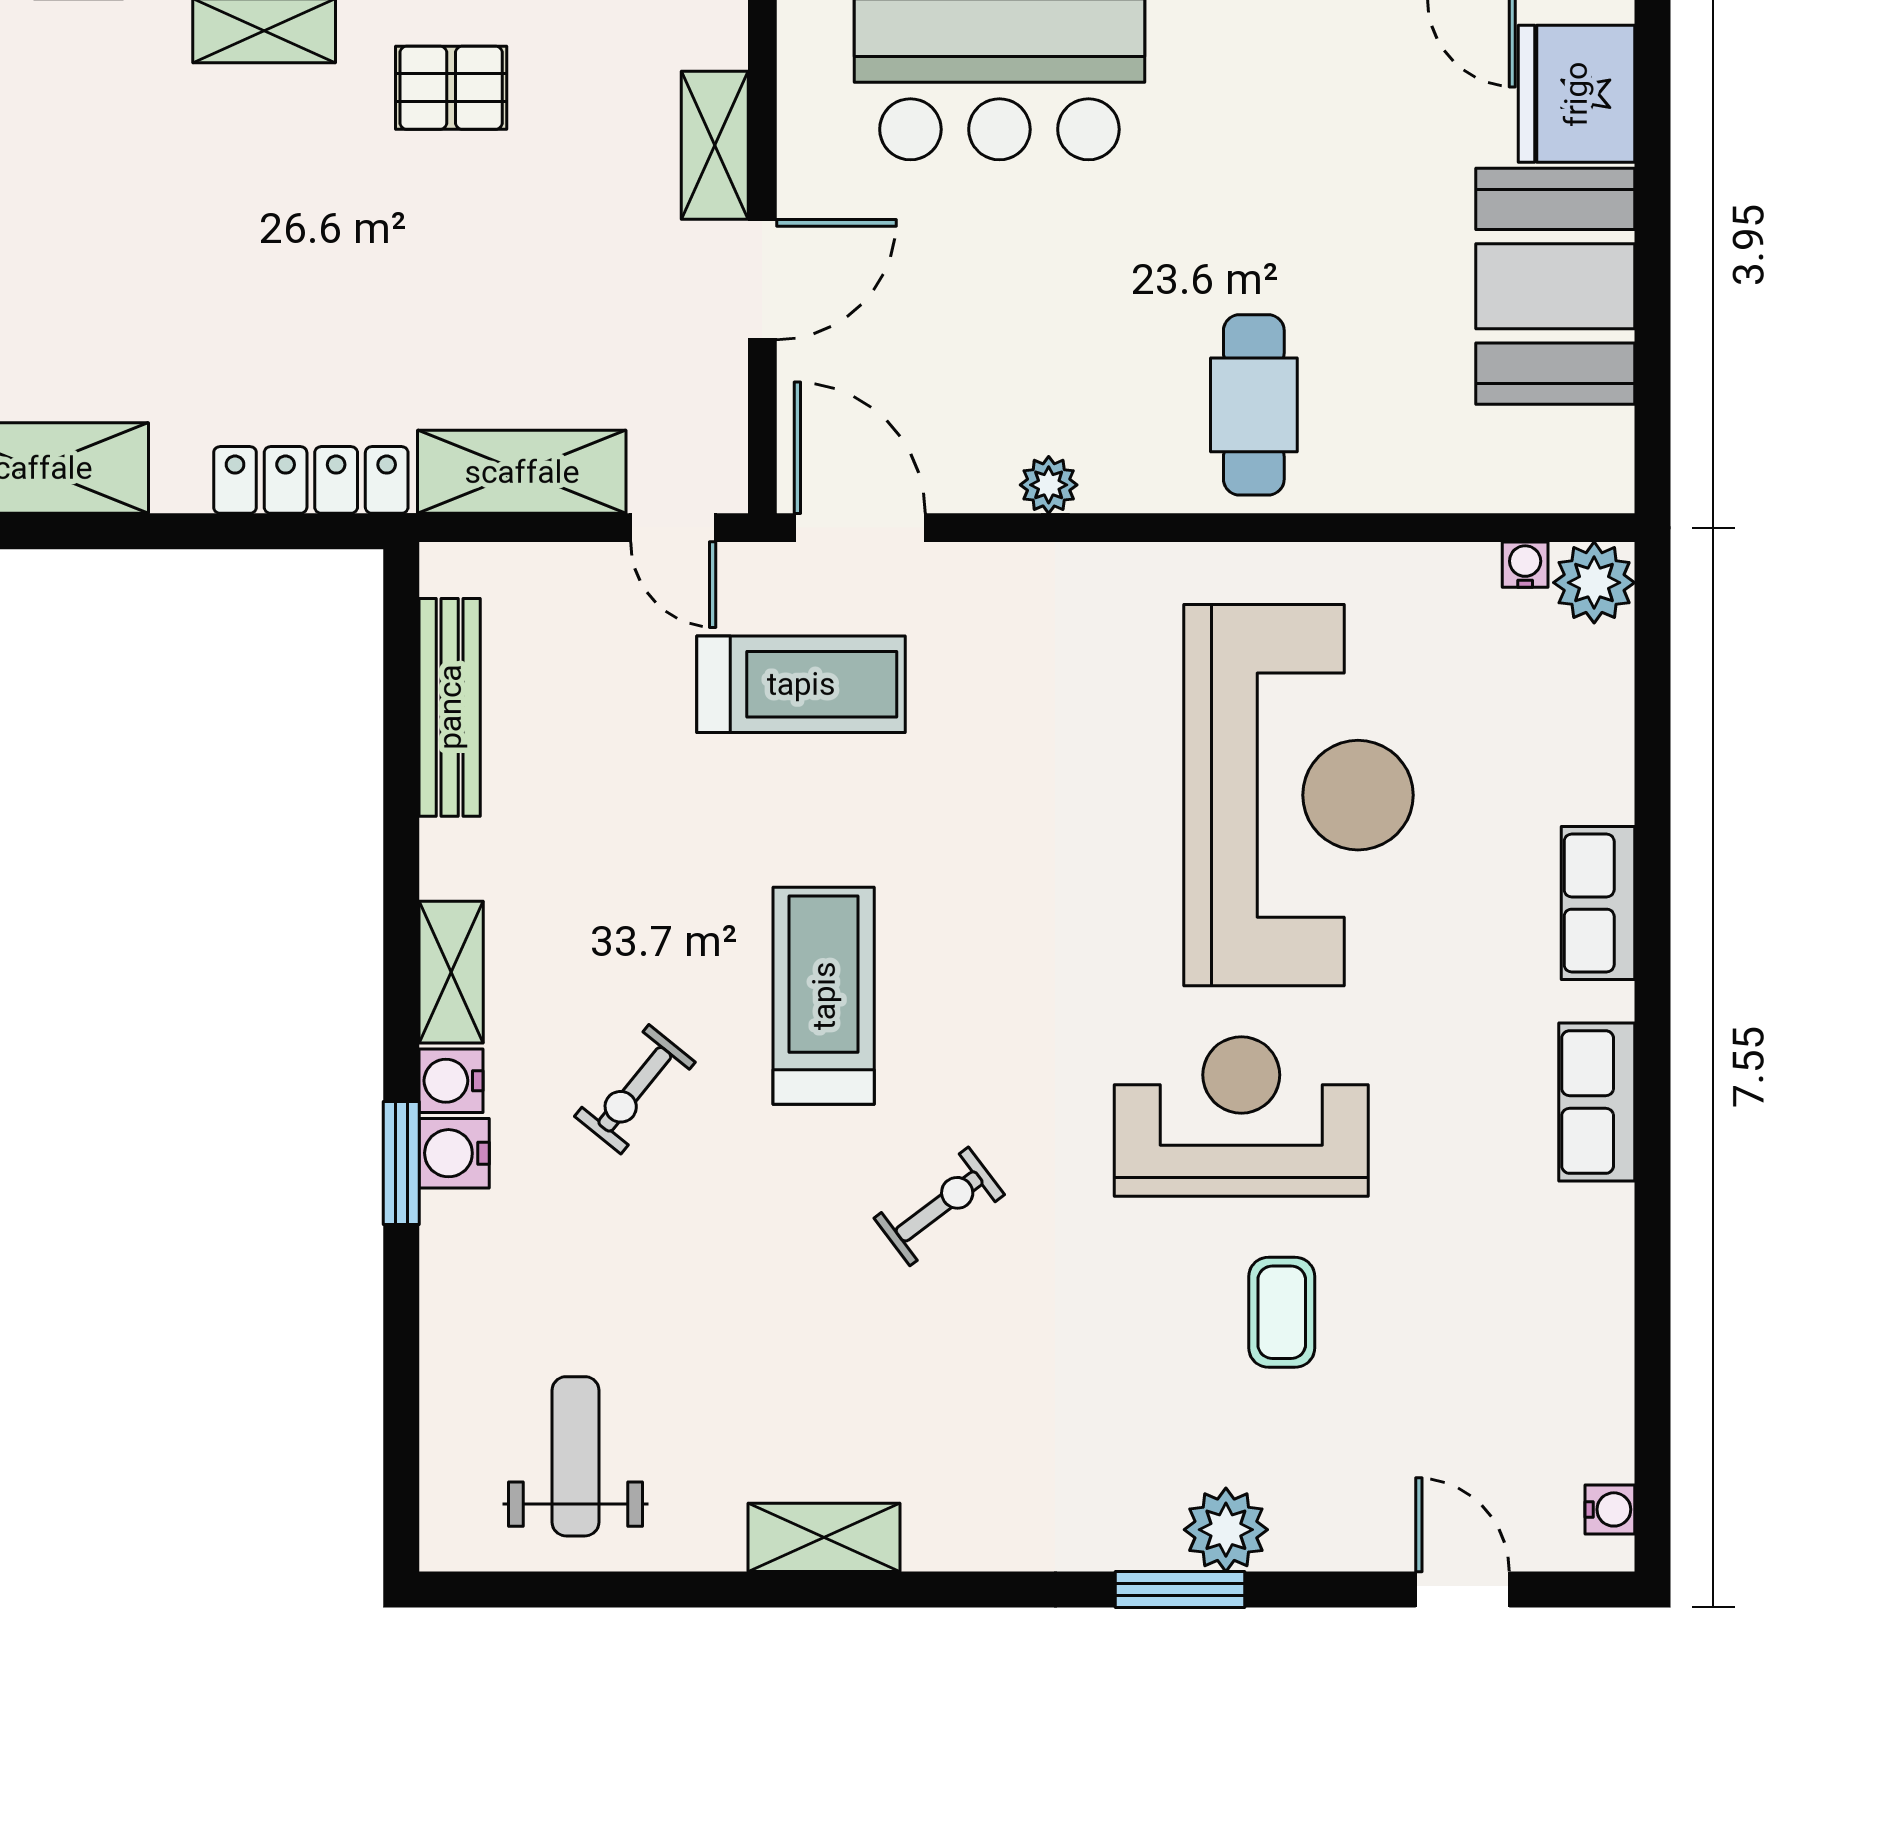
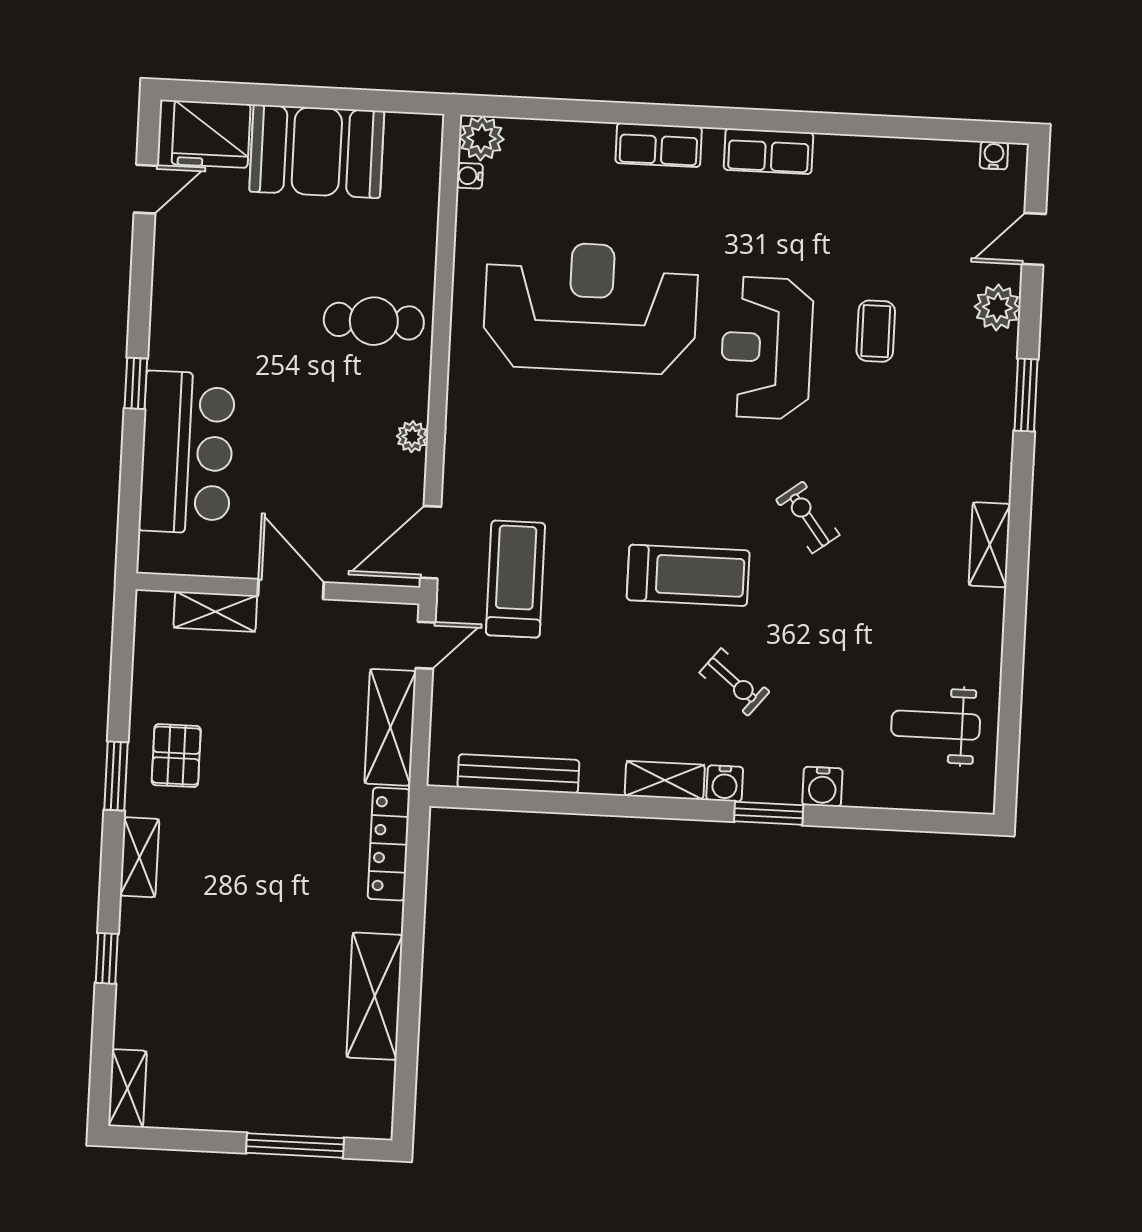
treadmill: (824, 996) -> (688, 575), turned 180
water cooler: (454, 1153) -> (822, 787), moved
coffee table: (1282, 1312) -> (876, 331), turned 90
plant: (1226, 1530) -> (997, 307), moved
shelving: (824, 1537) -> (990, 545), moved

